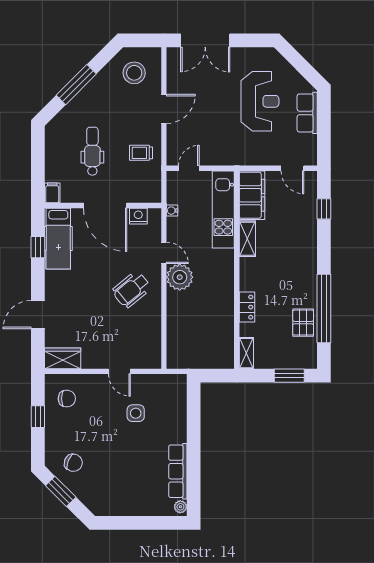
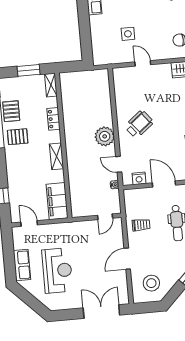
reception desk: (260, 101) -> (57, 270), turned 180
door: (105, 206) -> (164, 184), width x0.73
kitchen unit: (223, 209) -> (77, 189), removed
shelving: (247, 239) -> (56, 156), moved
door: (164, 253) -> (119, 164), moved
pallet: (298, 287) -> (18, 137), added
window: (289, 376) -> (29, 70), moved

